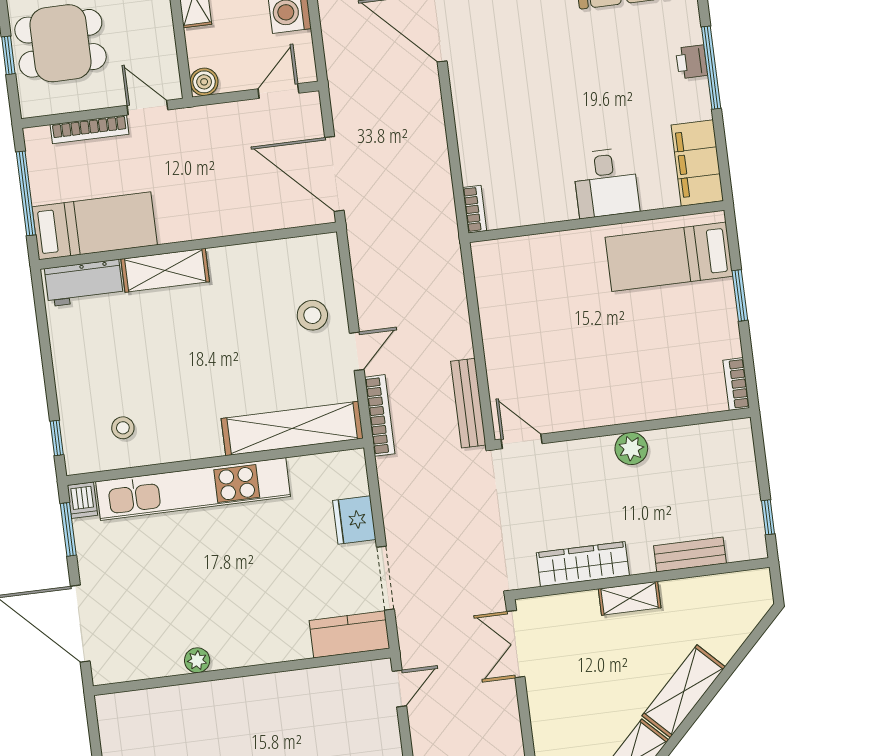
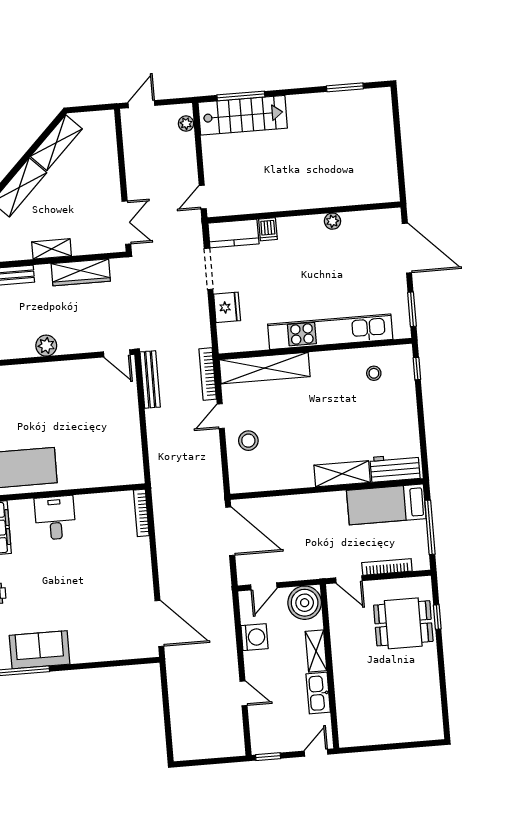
boiler: (204, 82) -> (305, 603), width x1.86, depth x1.86
bookcase: (475, 209) -> (141, 513), width x1.56
dishwasher: (82, 500) -> (268, 229), moved, turned 180

